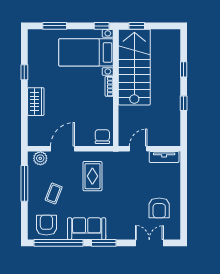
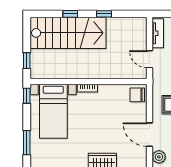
stairs: (134, 67) -> (68, 33), moved, turned 180

